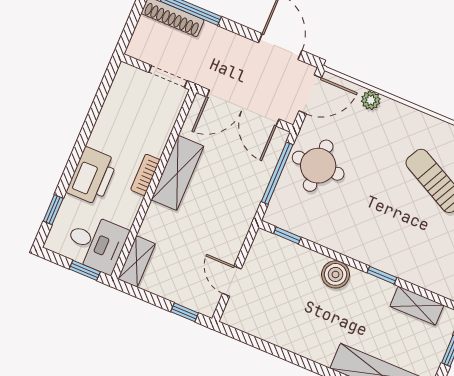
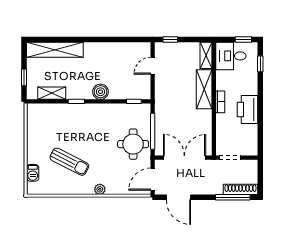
plant: (371, 100) -> (100, 189), moved
shelving: (177, 173) -> (204, 89), moved
printer: (92, 176) -> (248, 109), moved
window: (85, 270) -> (243, 39), moved
door: (232, 281) -> (153, 66), swing flipped

